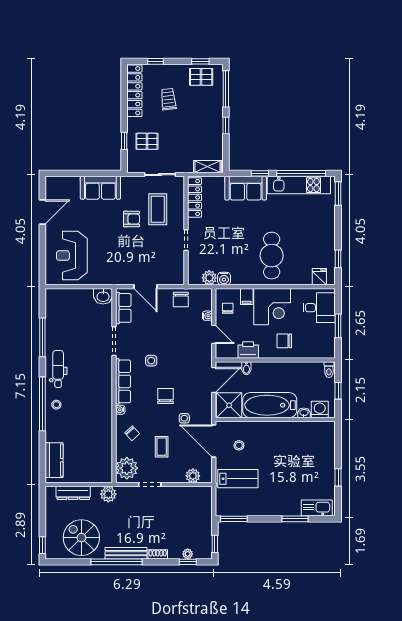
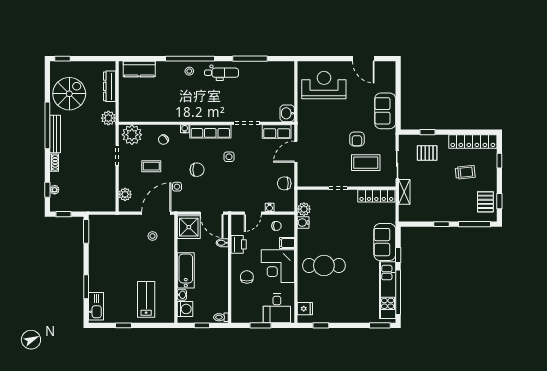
pallet: (147, 141) -> (427, 153), turned 90
shelving: (207, 167) -> (404, 192), moved
bathtub: (270, 405) -> (186, 270), width x0.73, depth x0.73
lab bench: (238, 479) -> (146, 299), moved, turned 180

